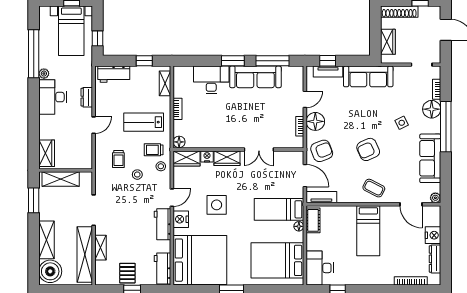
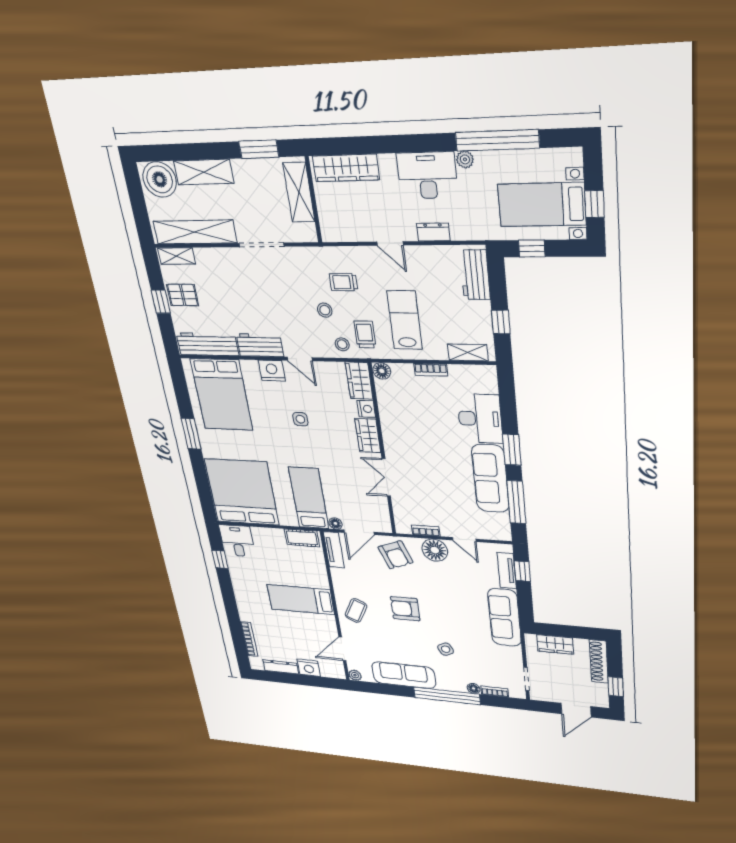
floor lamp: (432, 109) -> (474, 688), width x0.53, depth x0.53
armchair: (368, 149) -> (405, 609), turned -66
wardrobe: (47, 153) -> (346, 168), width x1.50
side table: (217, 205) -> (300, 419), width x0.54, depth x0.54
floor lamp: (299, 226) -> (335, 523), moved
shelving: (101, 248) -> (177, 256), moved
bed: (200, 260) -> (222, 395), width x0.73
bed: (277, 260) -> (242, 492), width x1.36
workbench: (162, 268) -> (207, 344), width x1.38
desk: (320, 268) -> (237, 541), width x0.73

